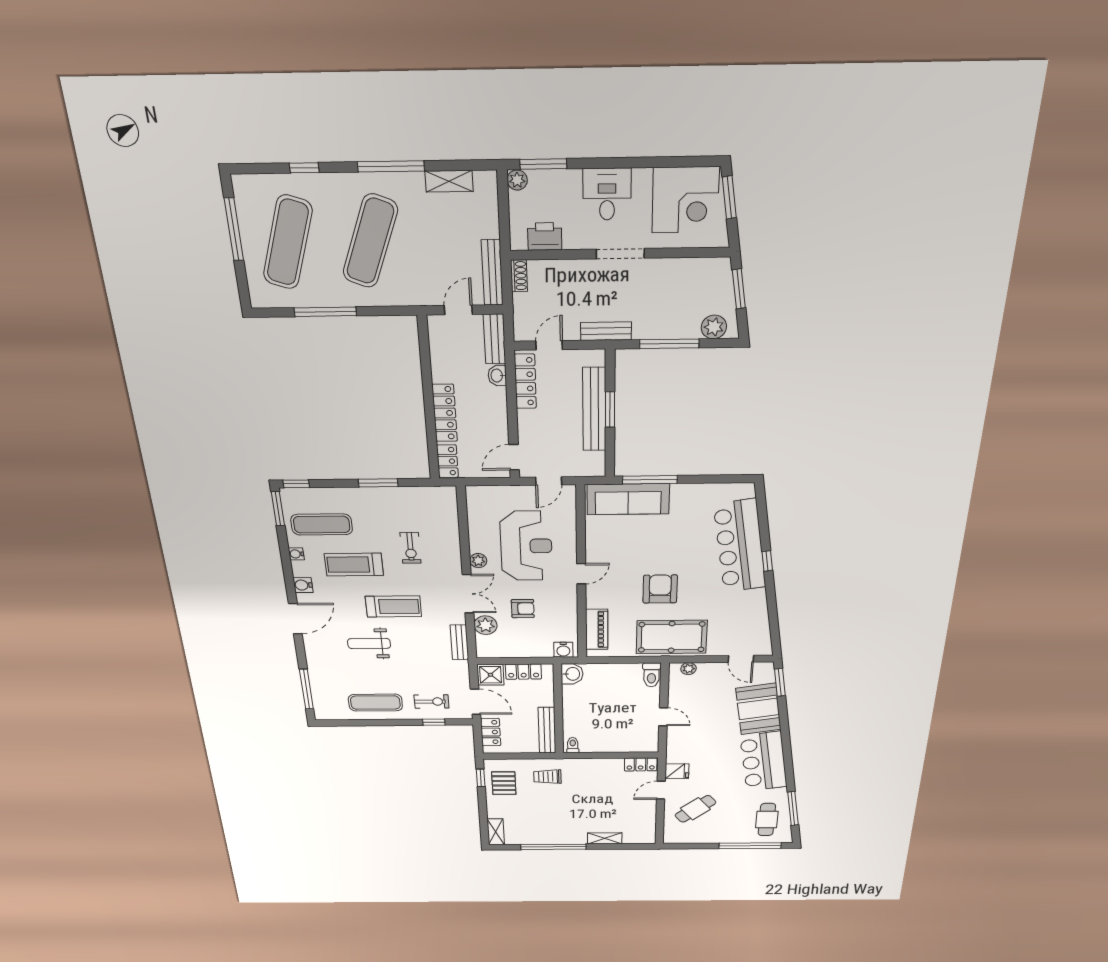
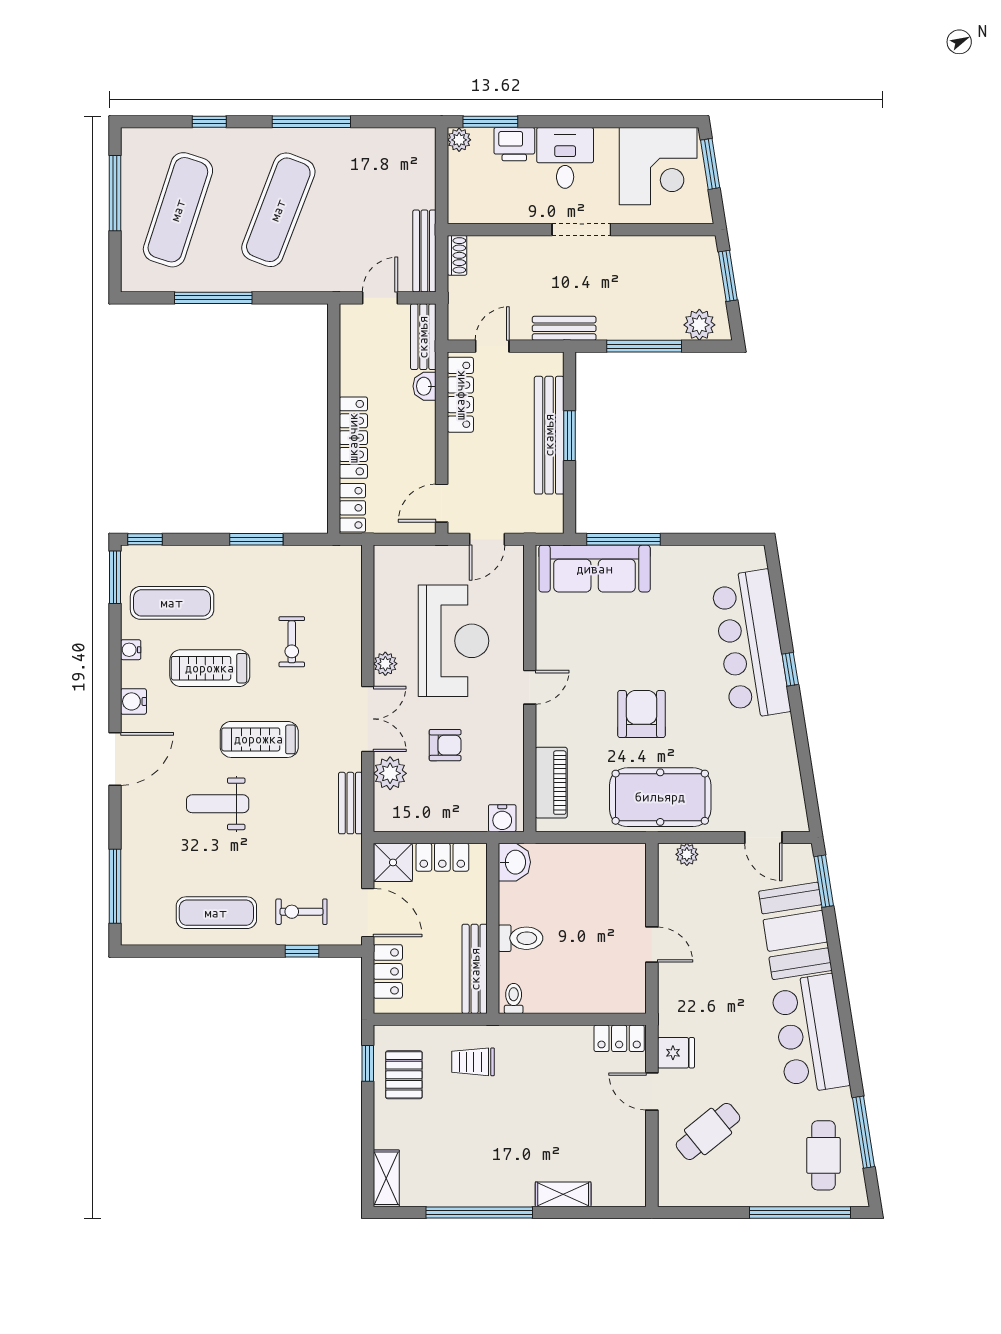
shelving: (449, 181) -> (379, 140), removed
printer: (545, 236) -> (514, 144), moved, turned 180
treadmill: (393, 607) -> (259, 739), turned 180
toilet: (651, 675) -> (521, 938), moved, turned -90
exercise bike: (432, 702) -> (301, 912), turned 180
door: (661, 790) -> (652, 1092), hinge flipped

